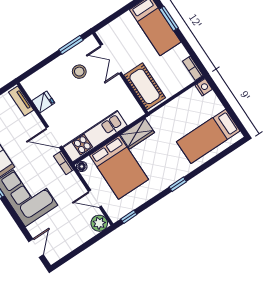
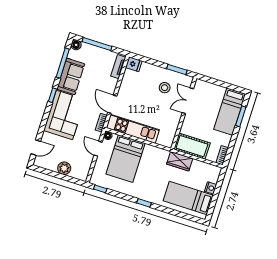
cot: (145, 86) -> (192, 146), moved, turned 90
nightstand: (204, 87) -> (211, 188), moved
fridge: (43, 102) -> (134, 64), moved
wardrobe: (137, 134) -> (180, 161), moved
door: (95, 199) -> (98, 149), moved
plant: (99, 223) -> (64, 168), moved

